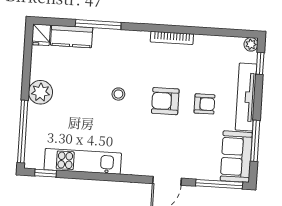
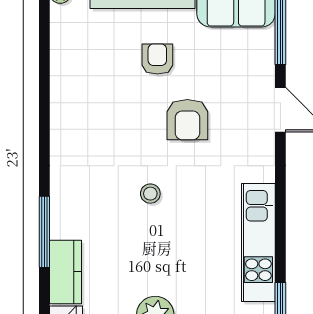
bookcase: (172, 38) -> (58, 116), removed
armchair: (165, 101) -> (187, 120), moved

